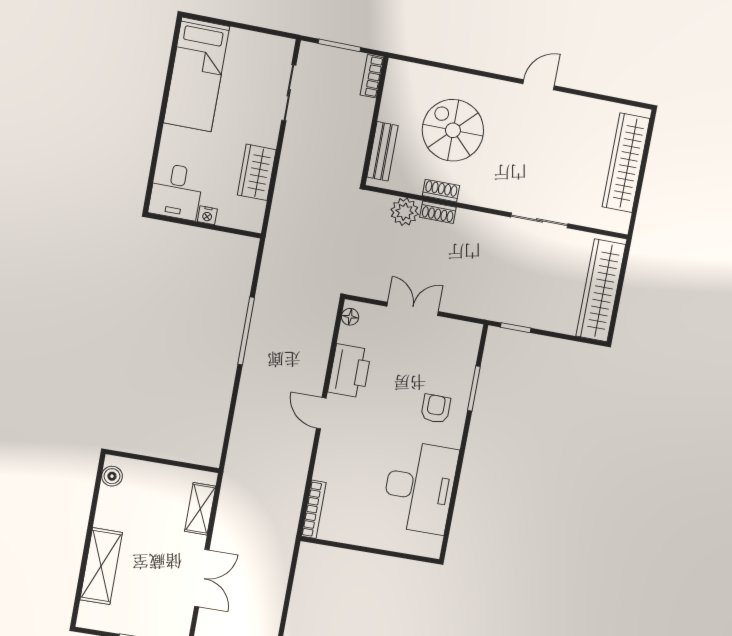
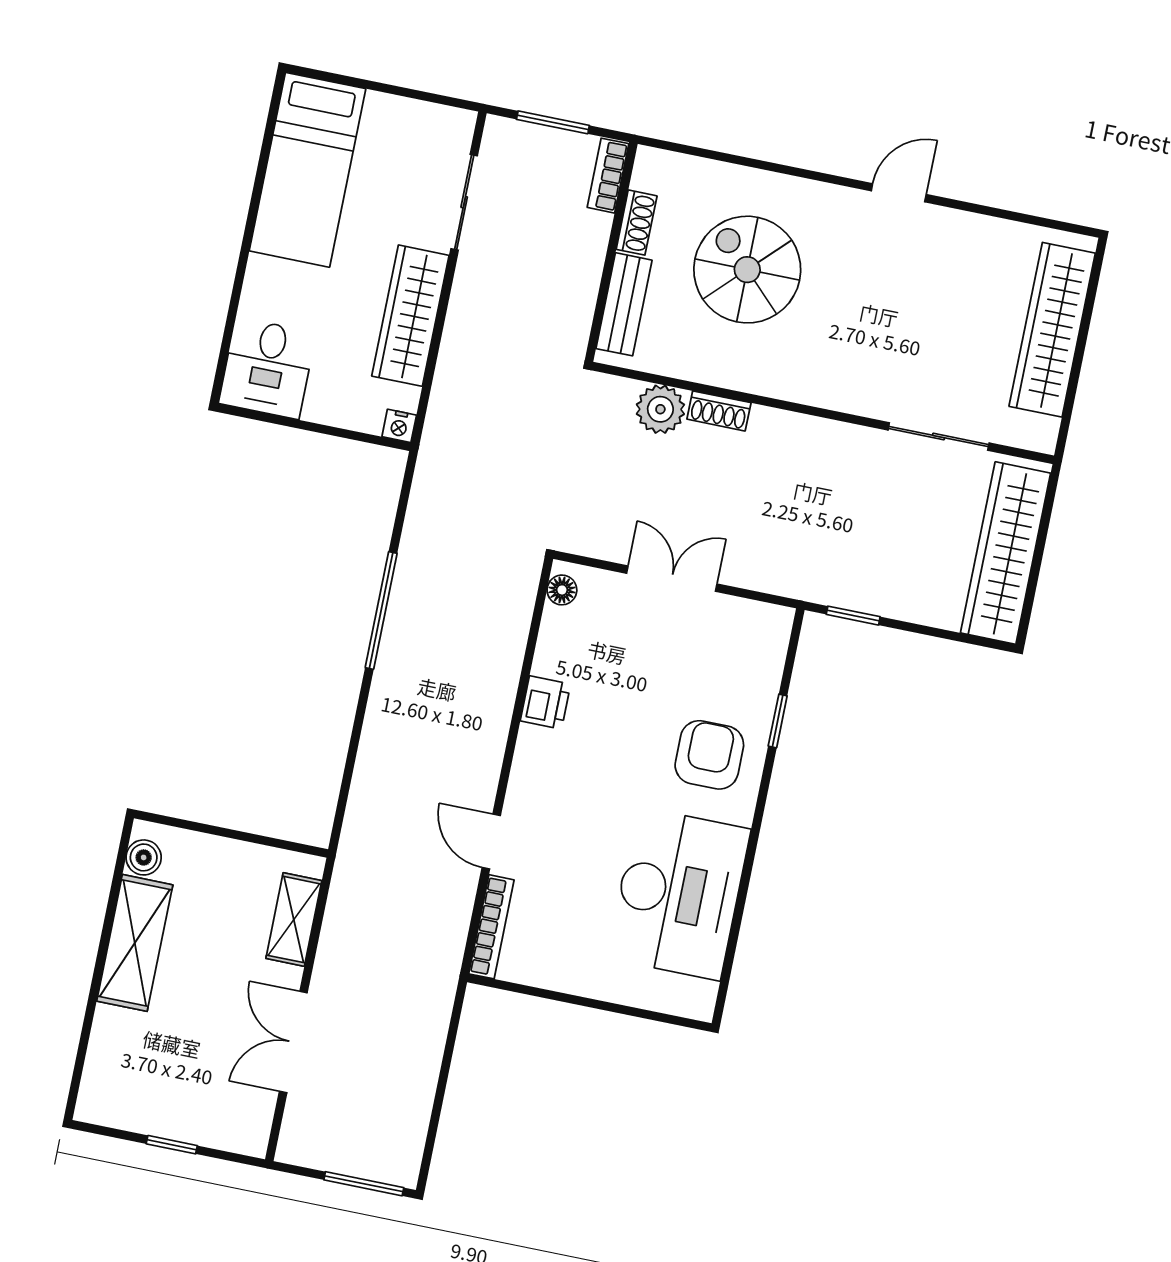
wardrobe: (257, 172) -> (410, 316), width x1.50
shoe rack: (441, 191) -> (637, 223), moved, turned 90
nightstand: (207, 215) -> (399, 426), moved
sliding door: (539, 220) -> (939, 436), moved
printer: (350, 371) -> (545, 702), width x0.53, depth x0.68
window: (474, 388) -> (778, 721), width x0.67
armchair: (436, 409) -> (709, 755), width x1.38, depth x1.38
door: (321, 413) -> (491, 841), moved
shelving: (101, 566) -> (135, 943), moved
double door: (202, 578) -> (293, 1042), swing flipped

